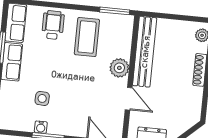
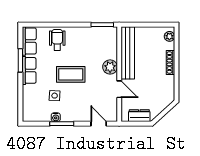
coffee table: (87, 37) -> (71, 74), moved, turned 90

